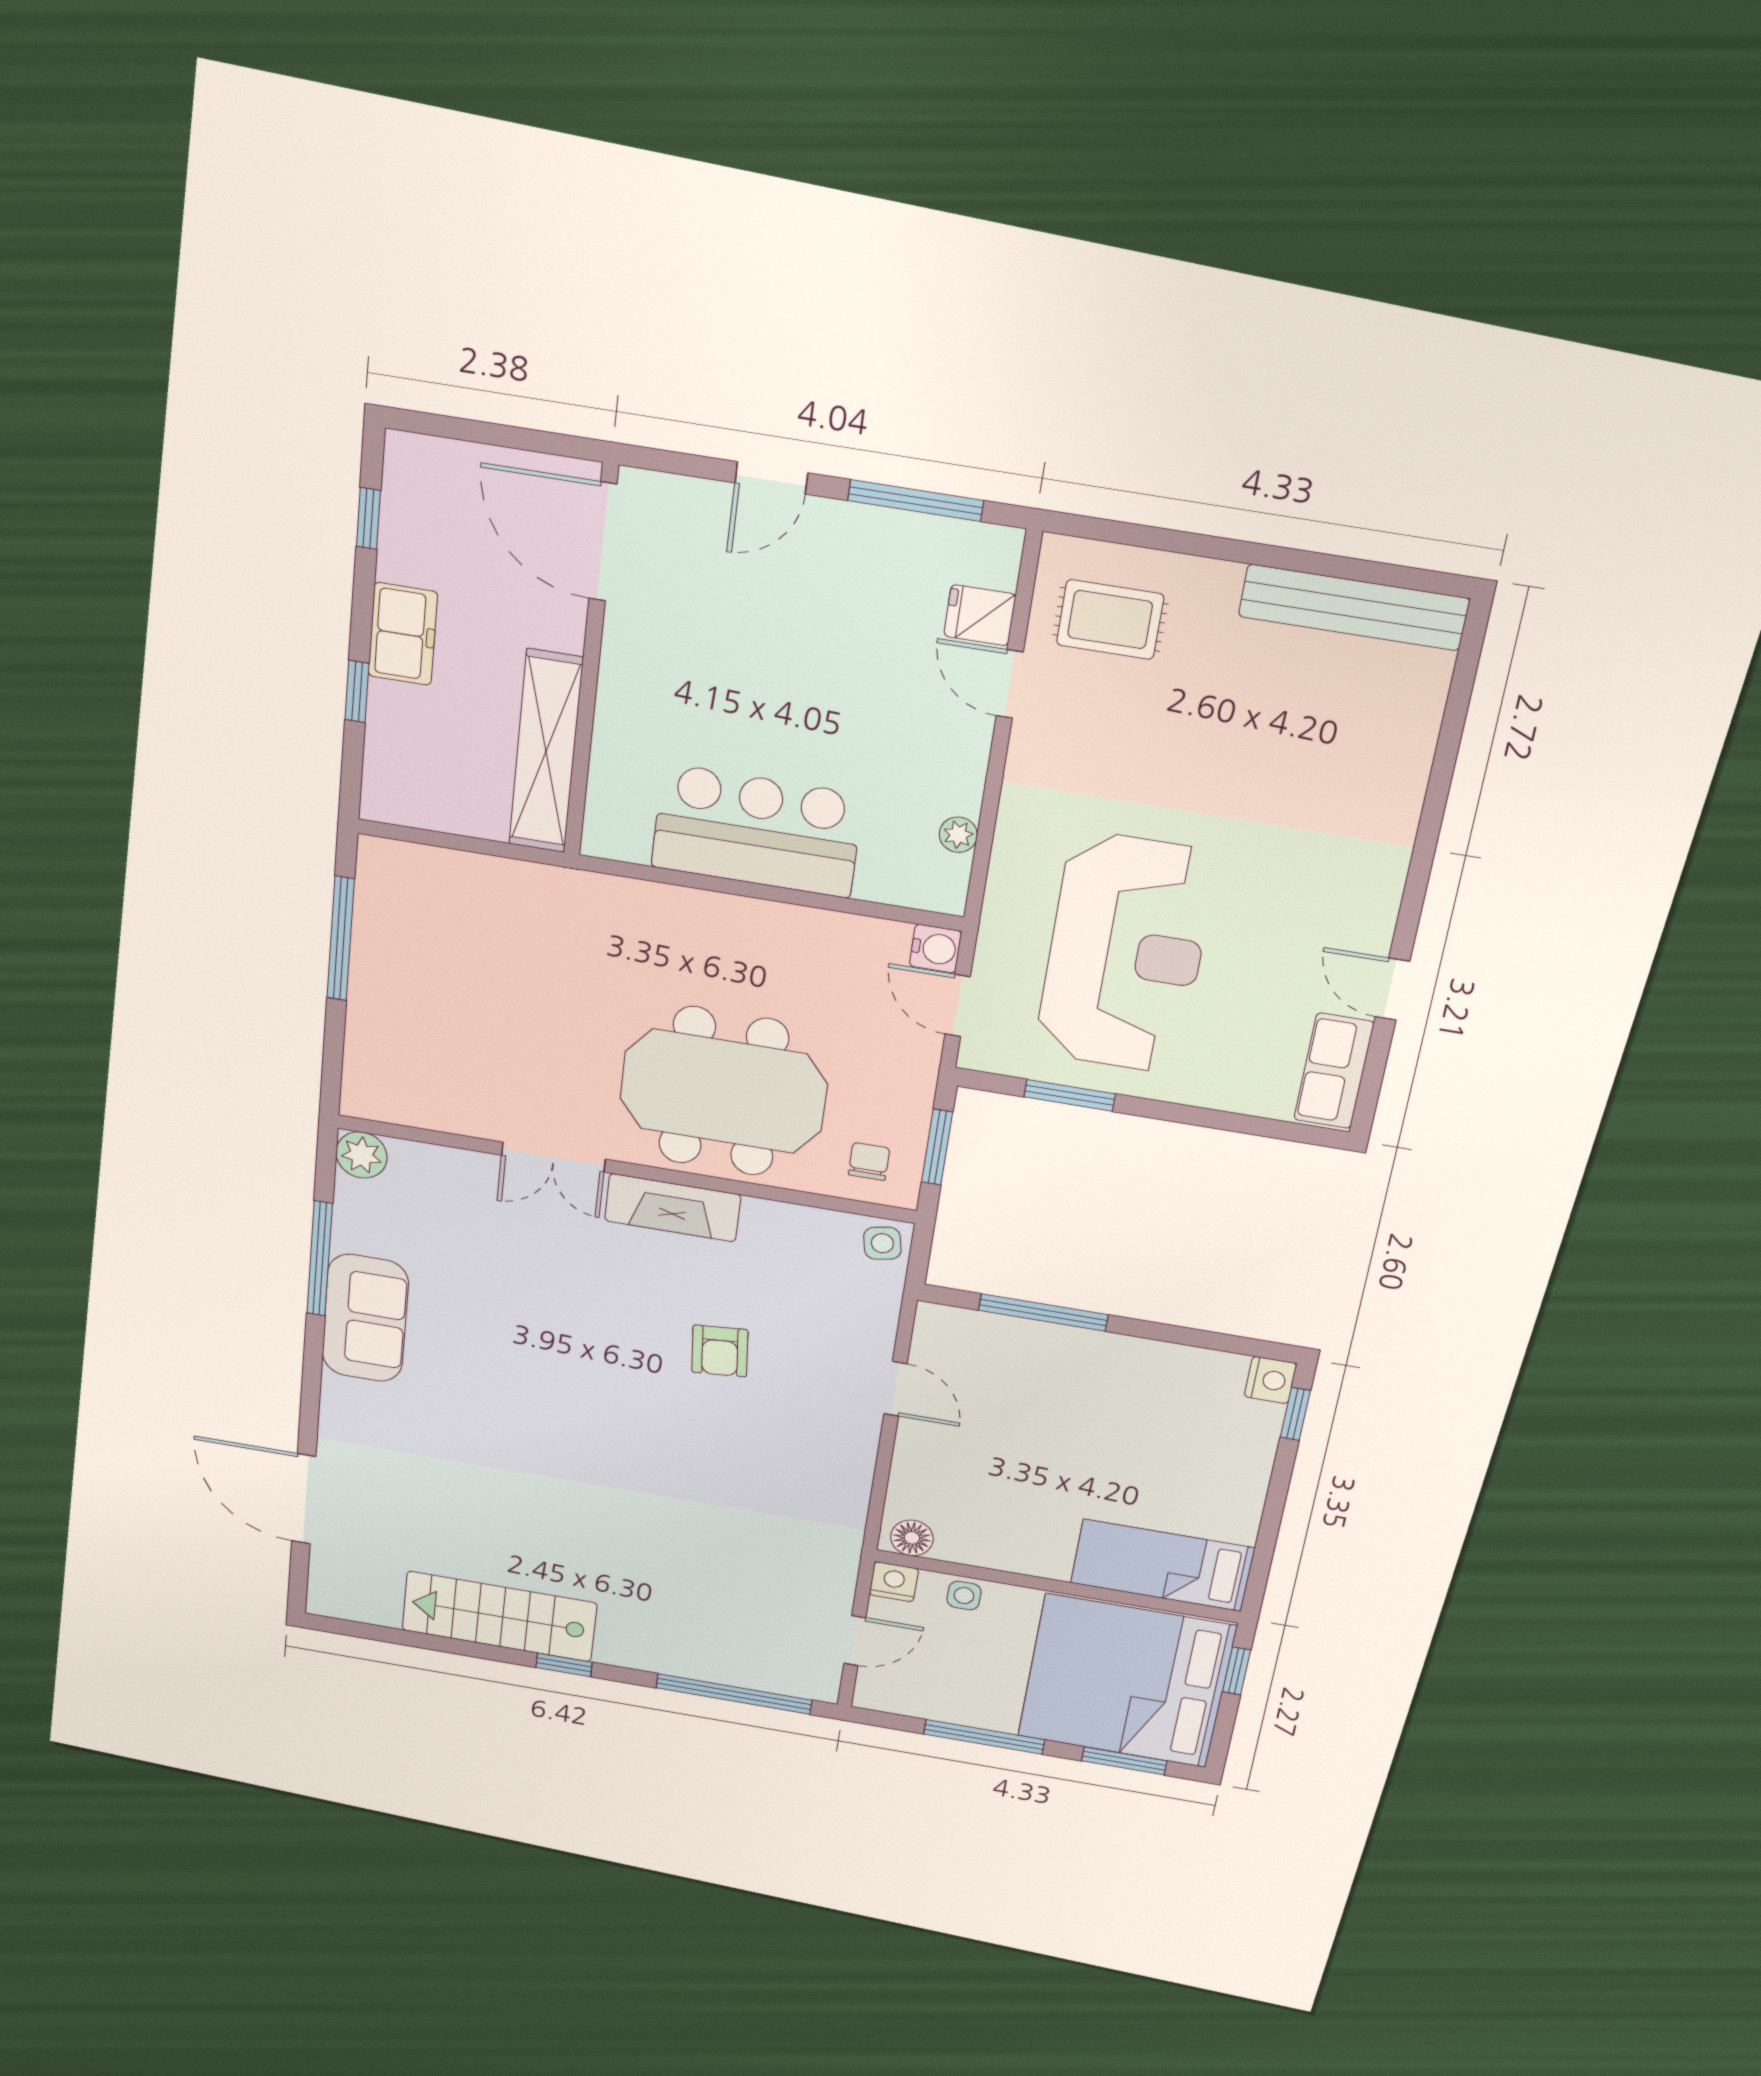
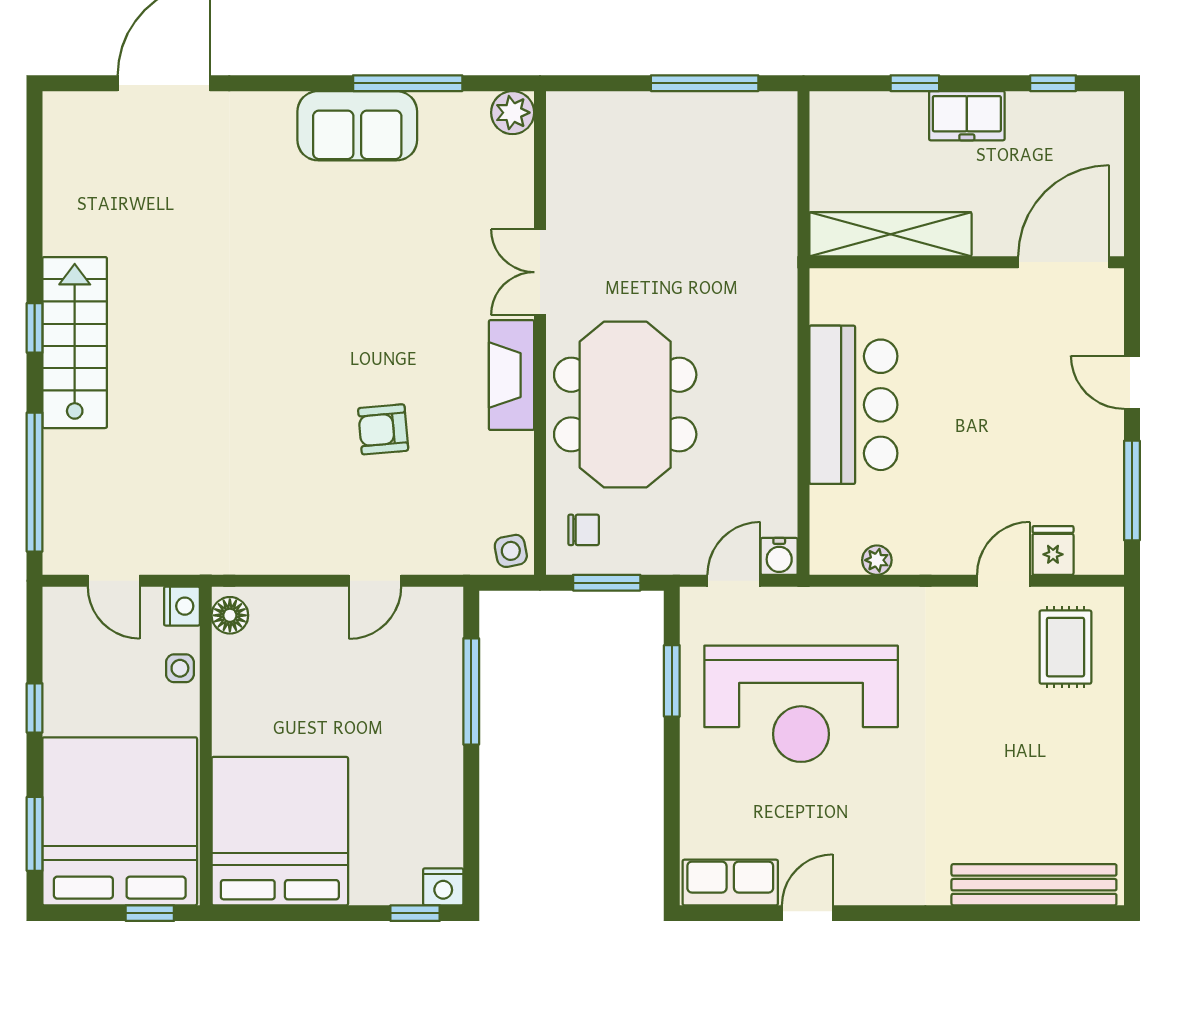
bench: (1354, 607) -> (1034, 885), moved, turned 90
bed: (1162, 1565) -> (280, 831), width x2.04
stairs: (499, 1617) -> (75, 343), moved
window: (984, 1737) -> (35, 708), width x0.46

